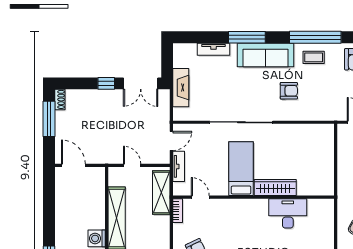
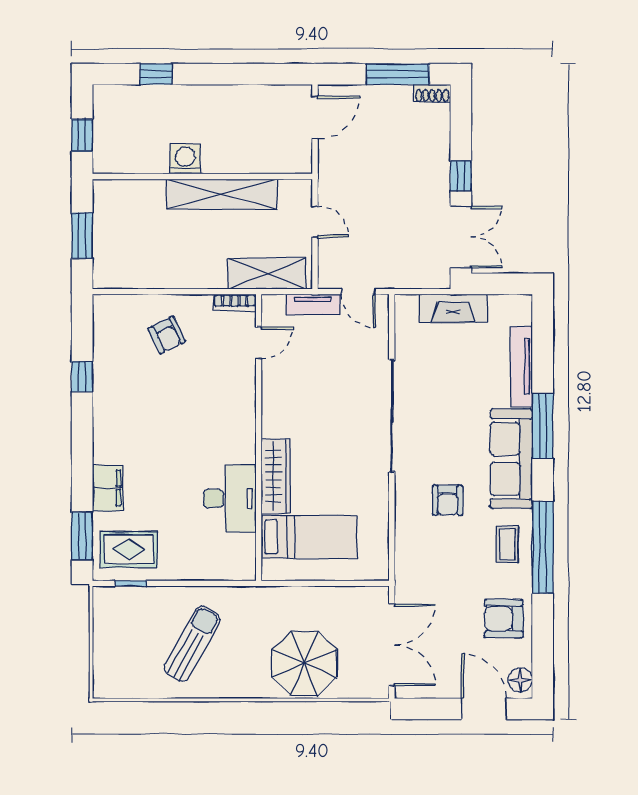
tv unit: (214, 49) -> (522, 366), width x1.41
double door: (141, 83) -> (461, 237), swing flipped
door: (132, 165) -> (315, 222), hinge flipped
bed: (241, 169) -> (309, 537), moved

